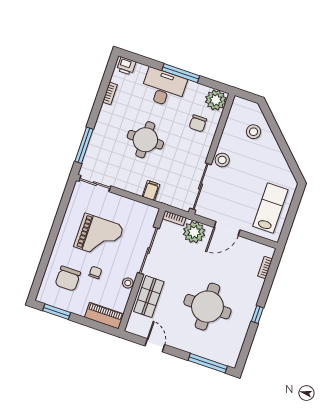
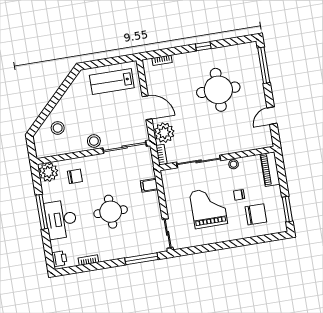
shop shelf: (149, 297) -> (235, 141), removed

